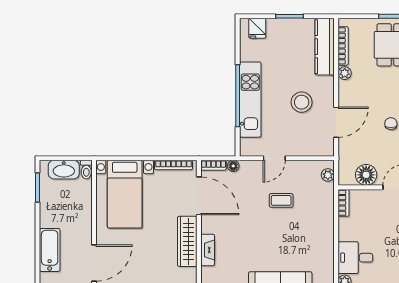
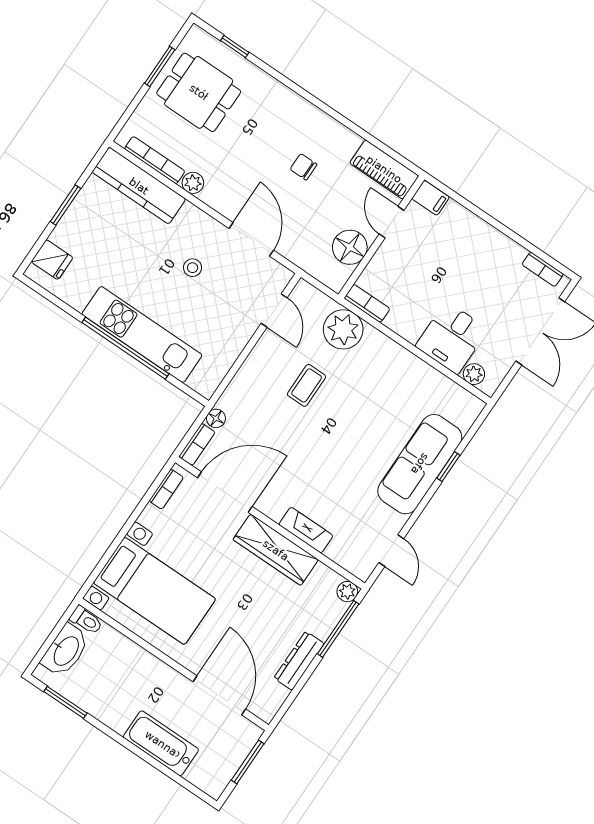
stool: (302, 102) -> (193, 268), width x0.53, depth x0.53
door: (274, 158) -> (274, 310), moved
bookcase: (173, 165) -> (166, 489), width x0.64
plant: (328, 175) -> (343, 329), moved, width x1.87, depth x1.87

